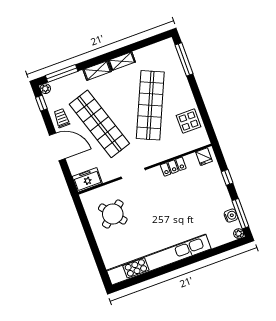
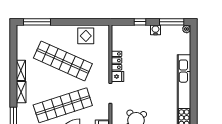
fridge: (204, 157) -> (117, 77), moved
water cooler: (231, 216) -> (156, 30), moved

